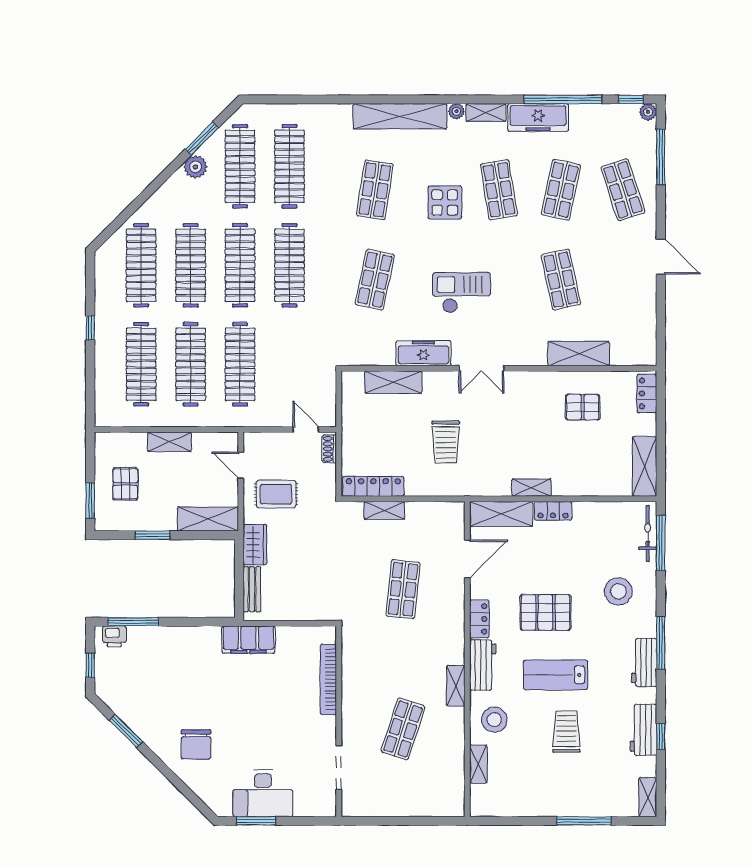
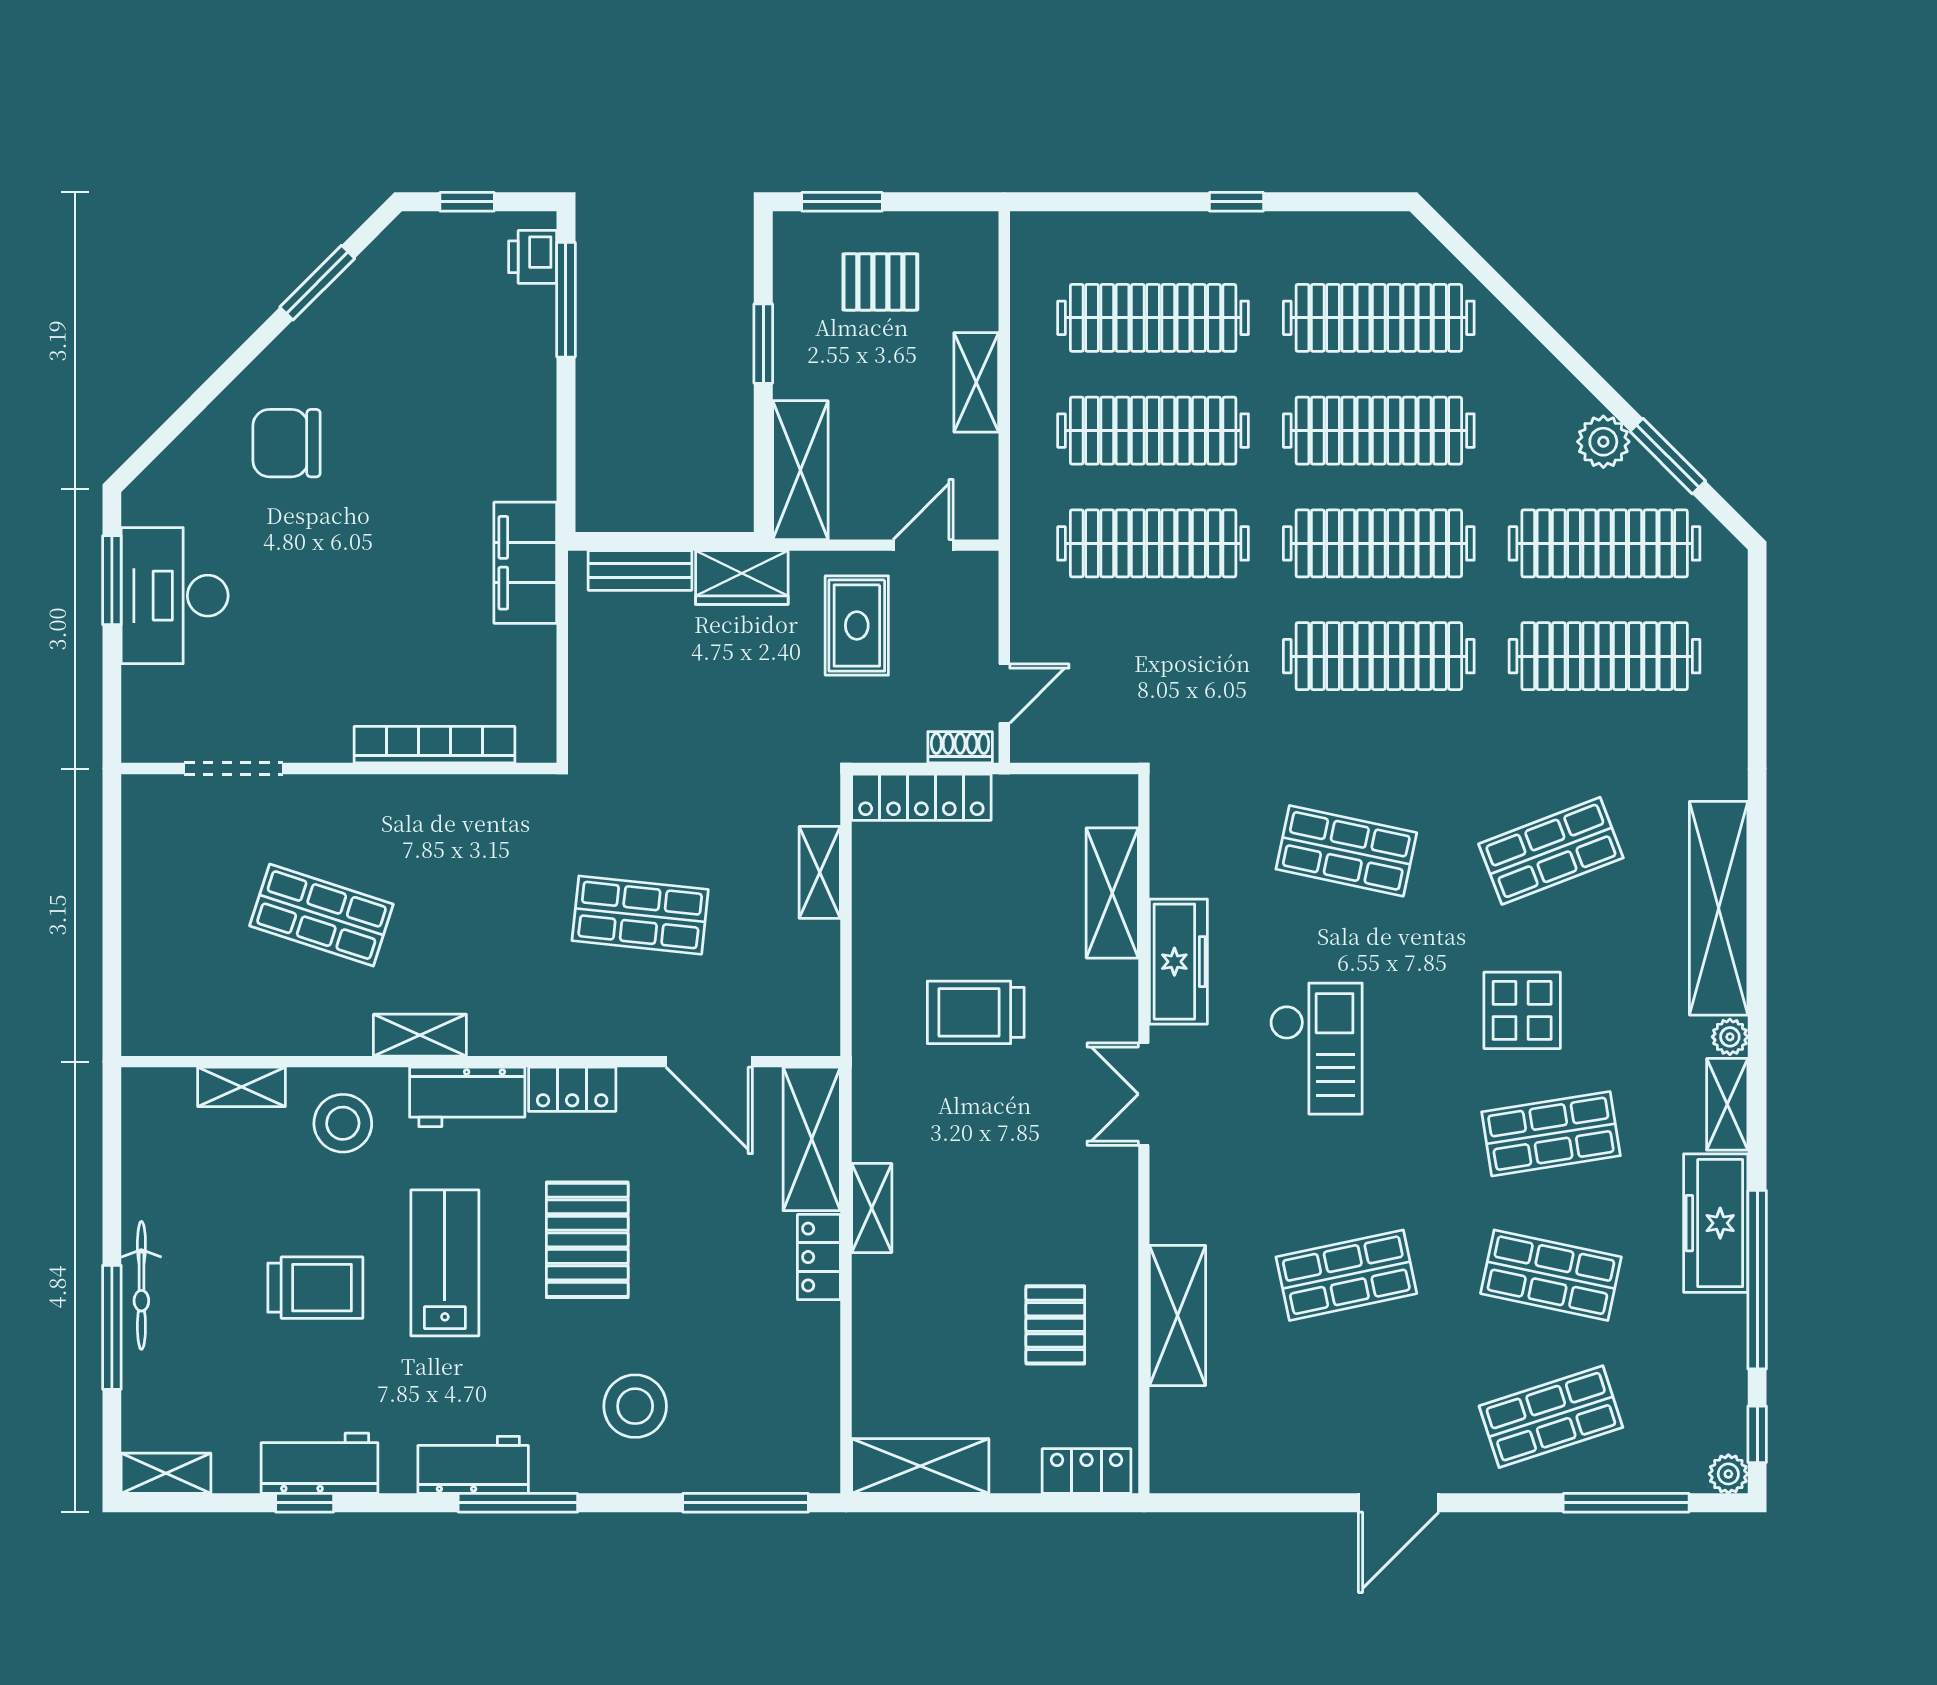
shop shelf: (375, 190) -> (1551, 851), turned -30
locker: (373, 486) -> (921, 797), moved, turned 90
bicycle: (648, 533) -> (141, 1285), moved, turned 90

